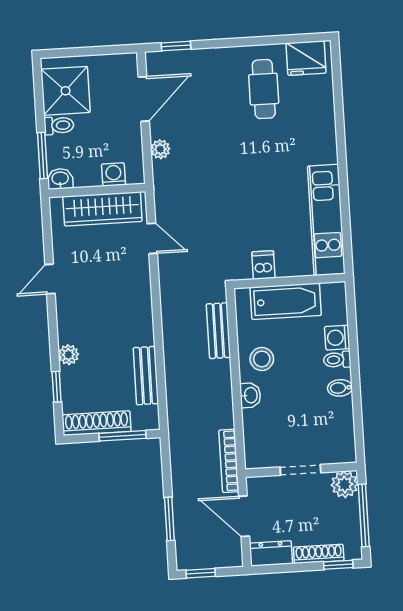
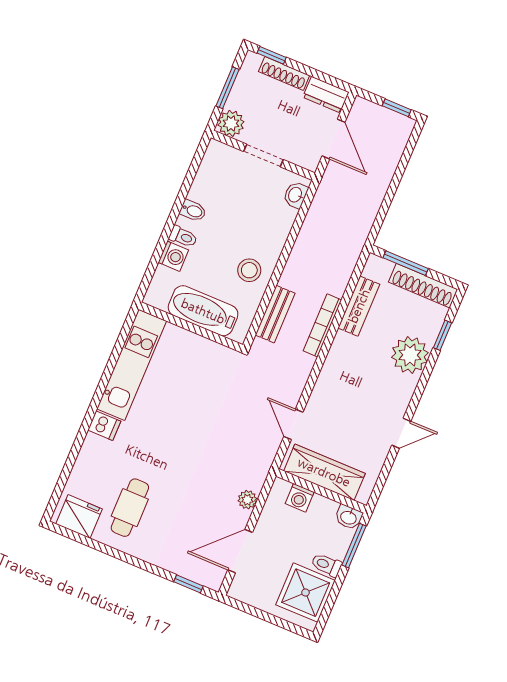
dishwasher: (263, 265) -> (104, 426), moved, turned -90
plant: (68, 355) -> (410, 355), width x1.88, depth x1.88
washbasin: (250, 395) -> (296, 195), moved
bookcase: (229, 461) -> (322, 325), moved, turned 180
window: (364, 515) -> (227, 88), width x0.69
window: (169, 519) -> (401, 169), removed

